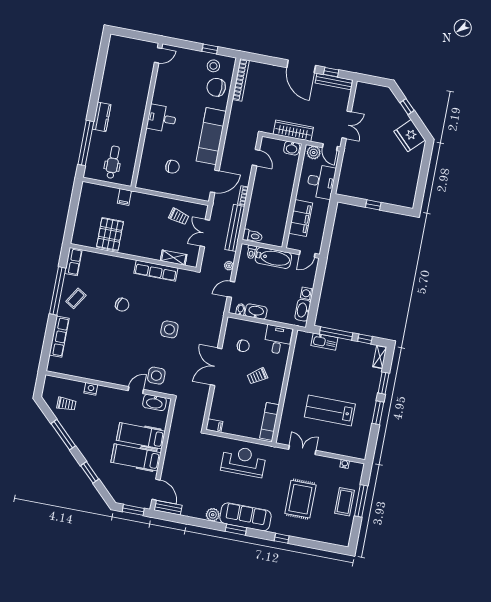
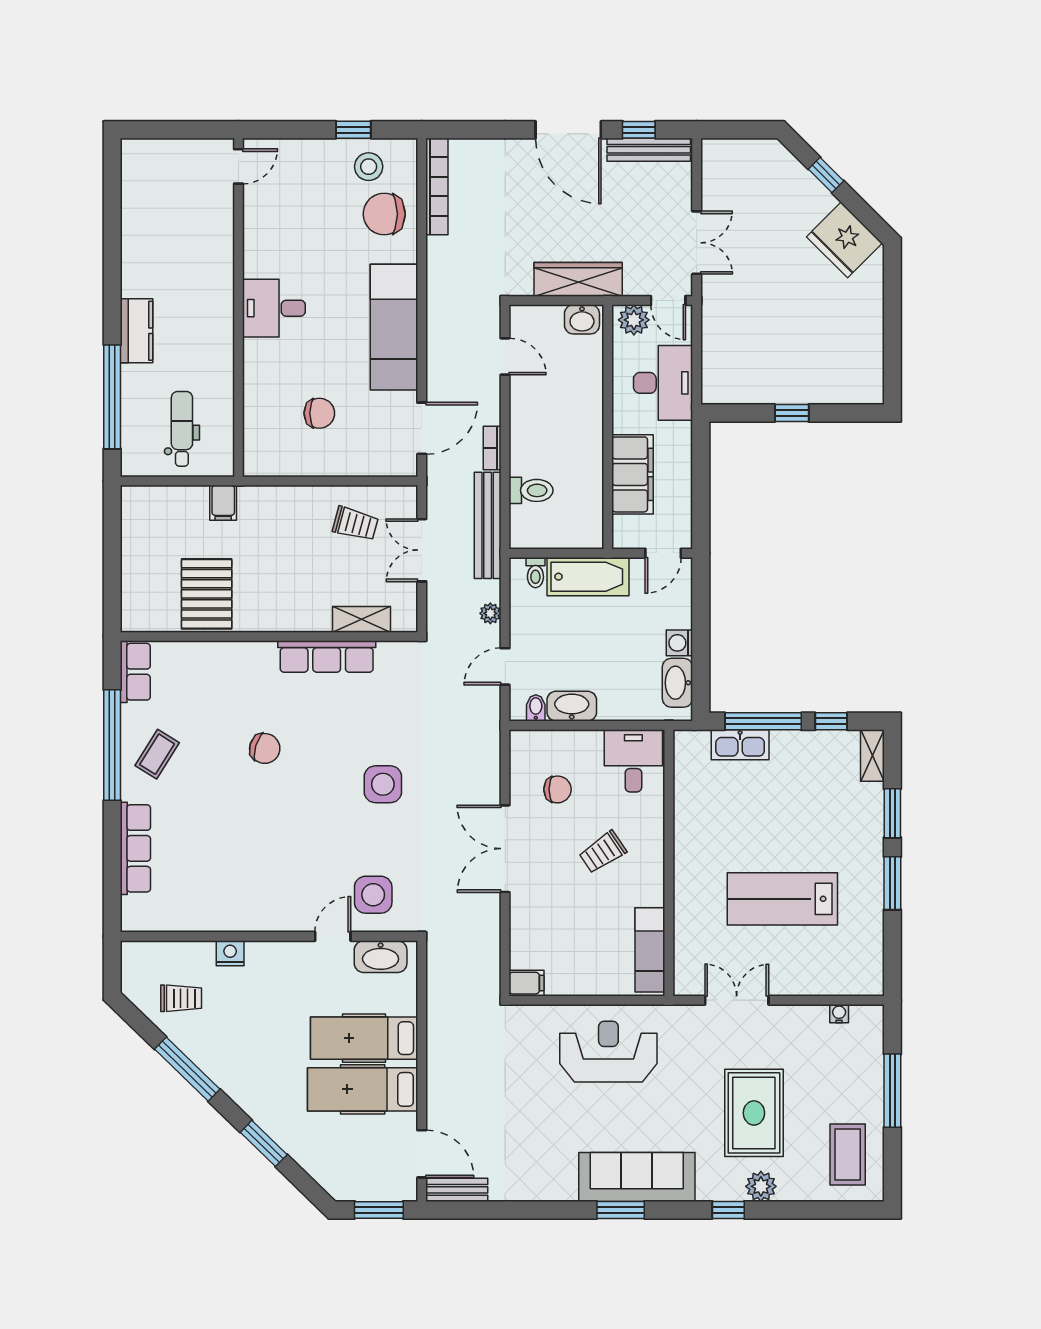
toilet: (252, 236) -> (531, 490), moved
coffee table: (344, 502) -> (848, 1154), moved
plant: (213, 515) -> (761, 1186), moved

